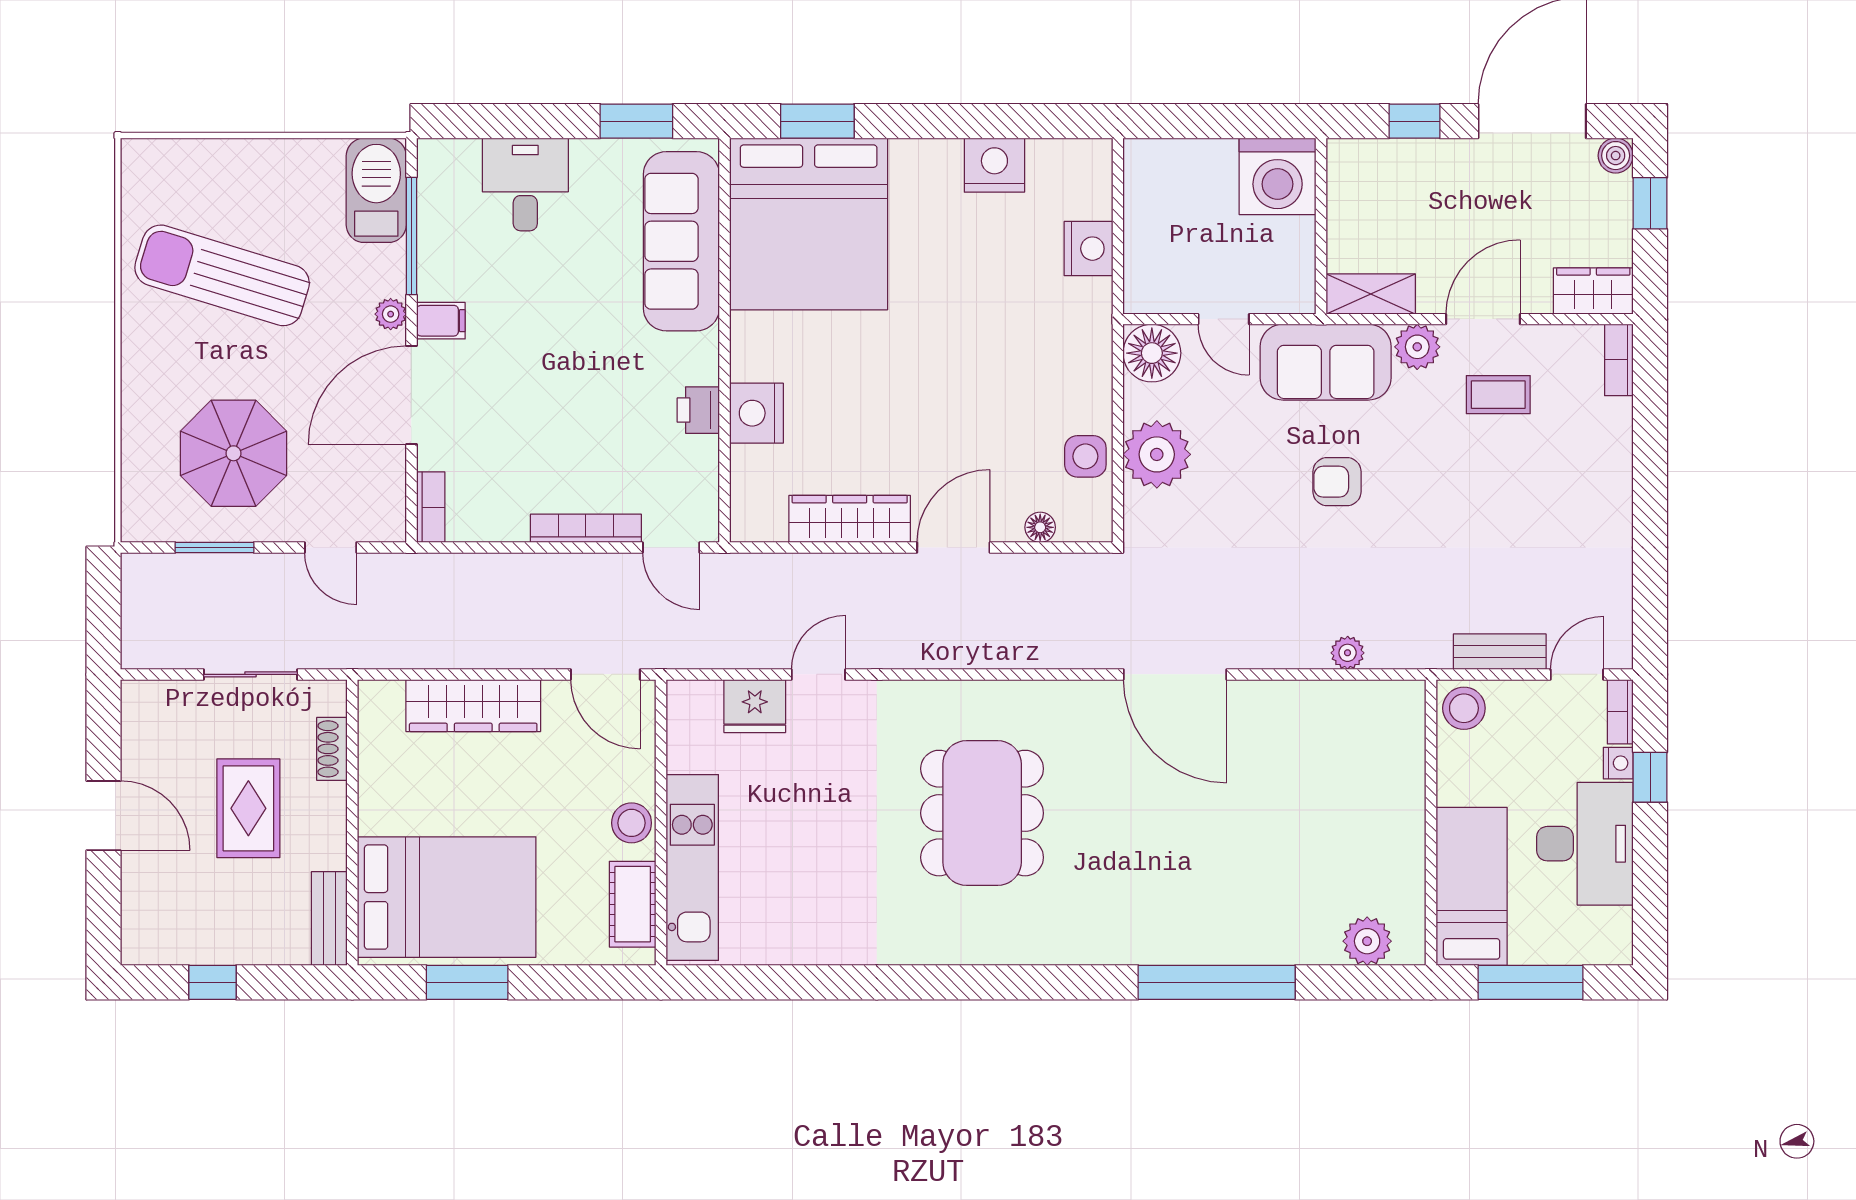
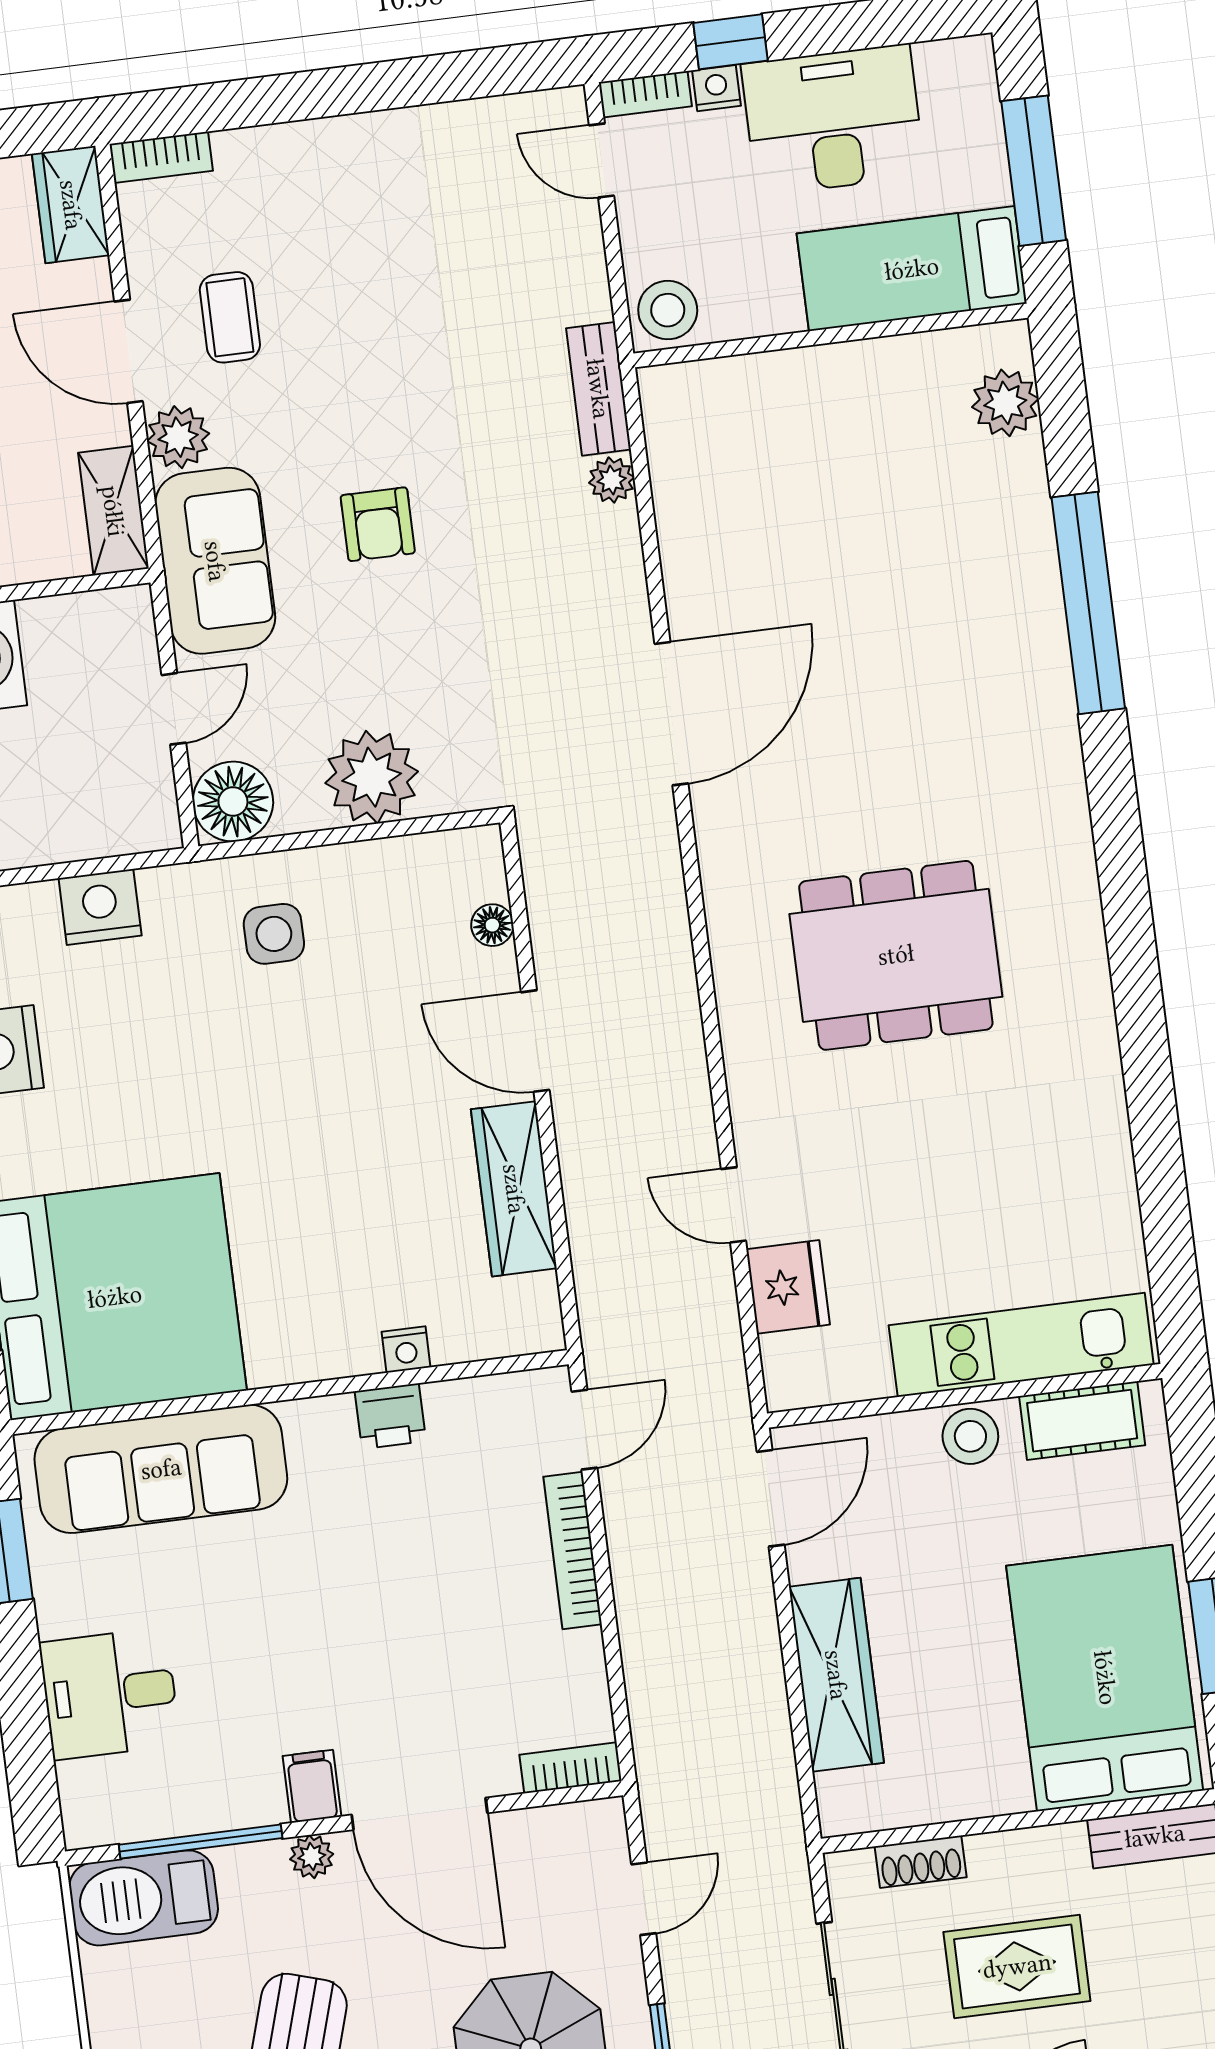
nightstand: (756, 413) -> (406, 1349), width x0.53, depth x0.56
side table: (1085, 456) -> (274, 934), moved
bench: (1500, 652) -> (598, 389), moved

